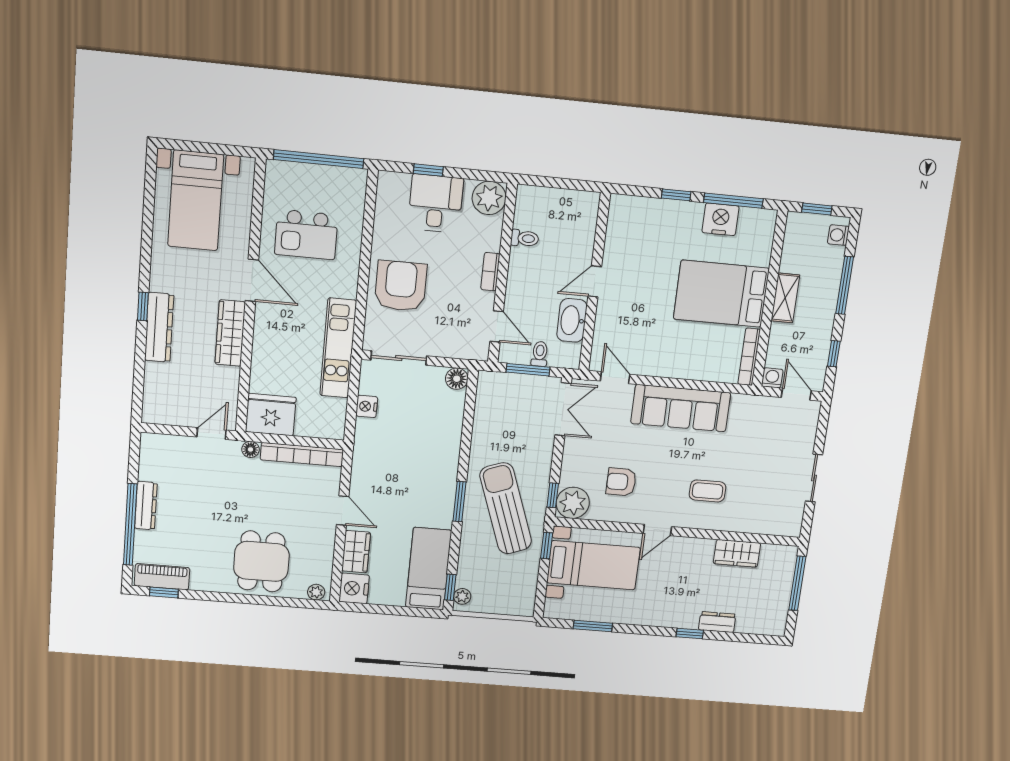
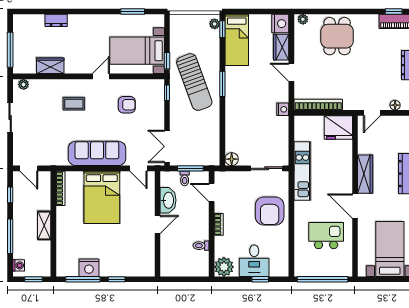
bed: (721, 294) -> (102, 197), moved, turned 90
washing machine: (772, 378) -> (45, 177), removed
nightstand: (367, 406) -> (283, 109), moved
floor lamp: (250, 449) -> (395, 105), moved
plant: (573, 503) -> (24, 84), moved, width x0.53, depth x0.53
window: (690, 633) -> (72, 11), removed

